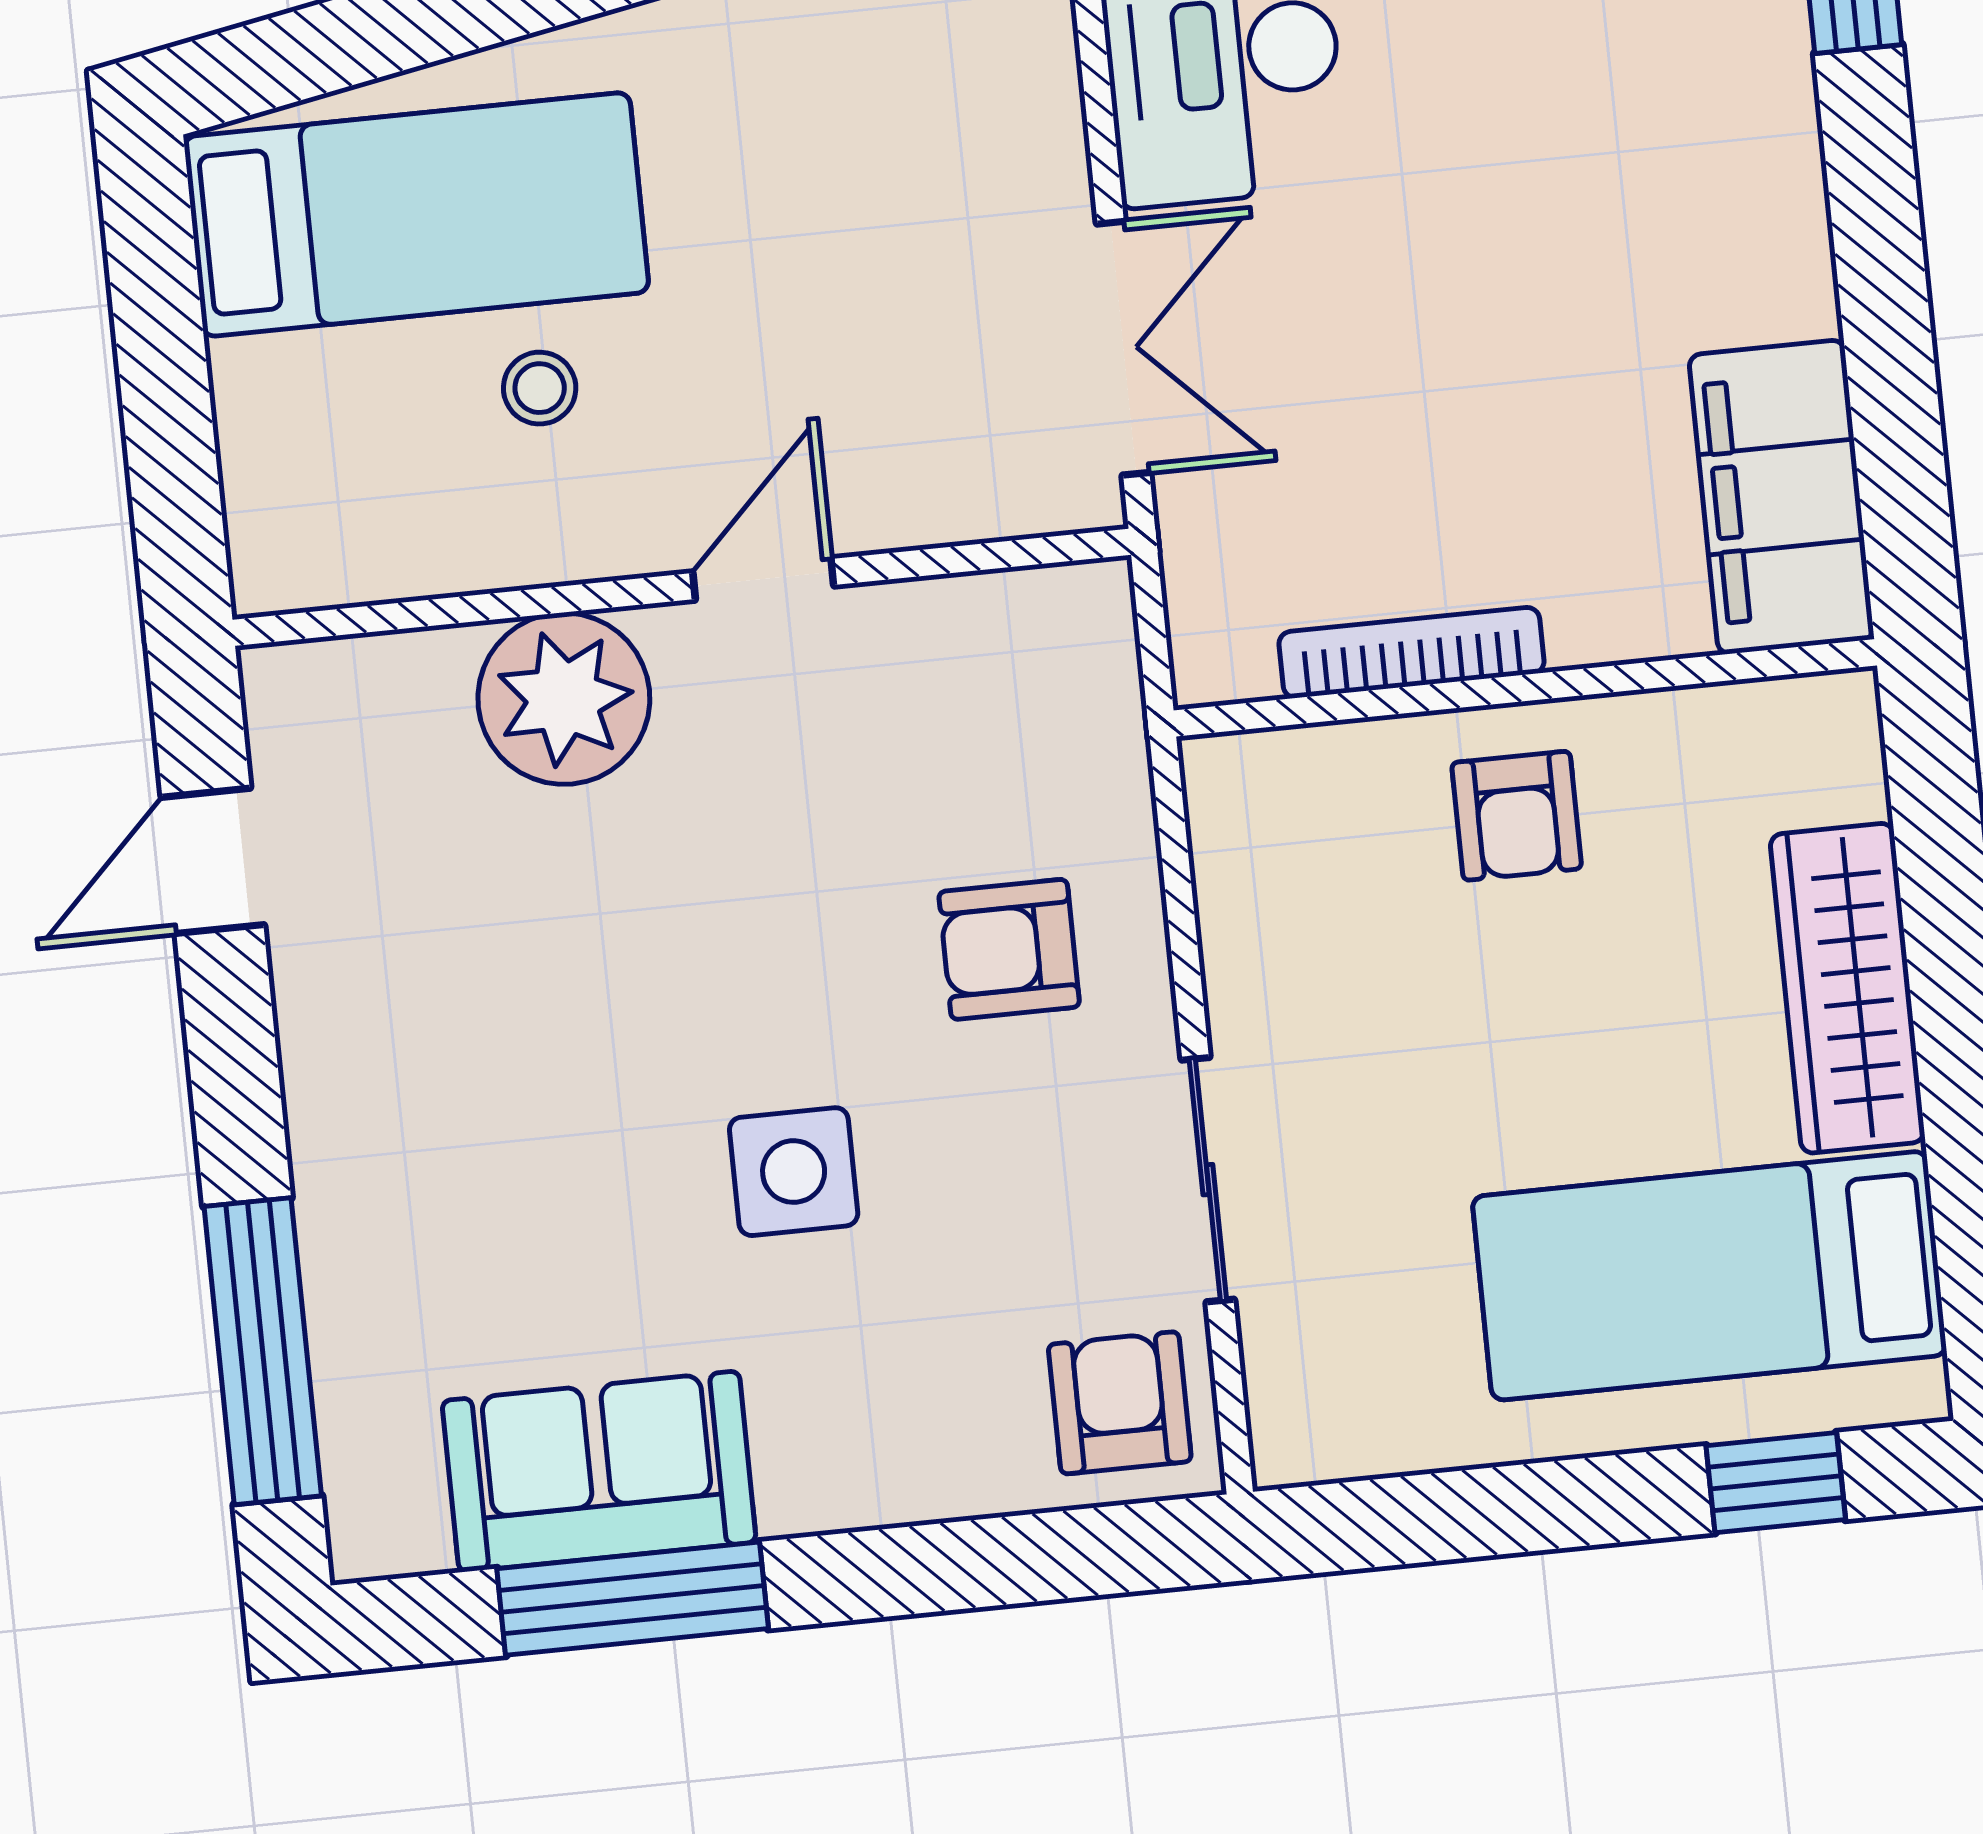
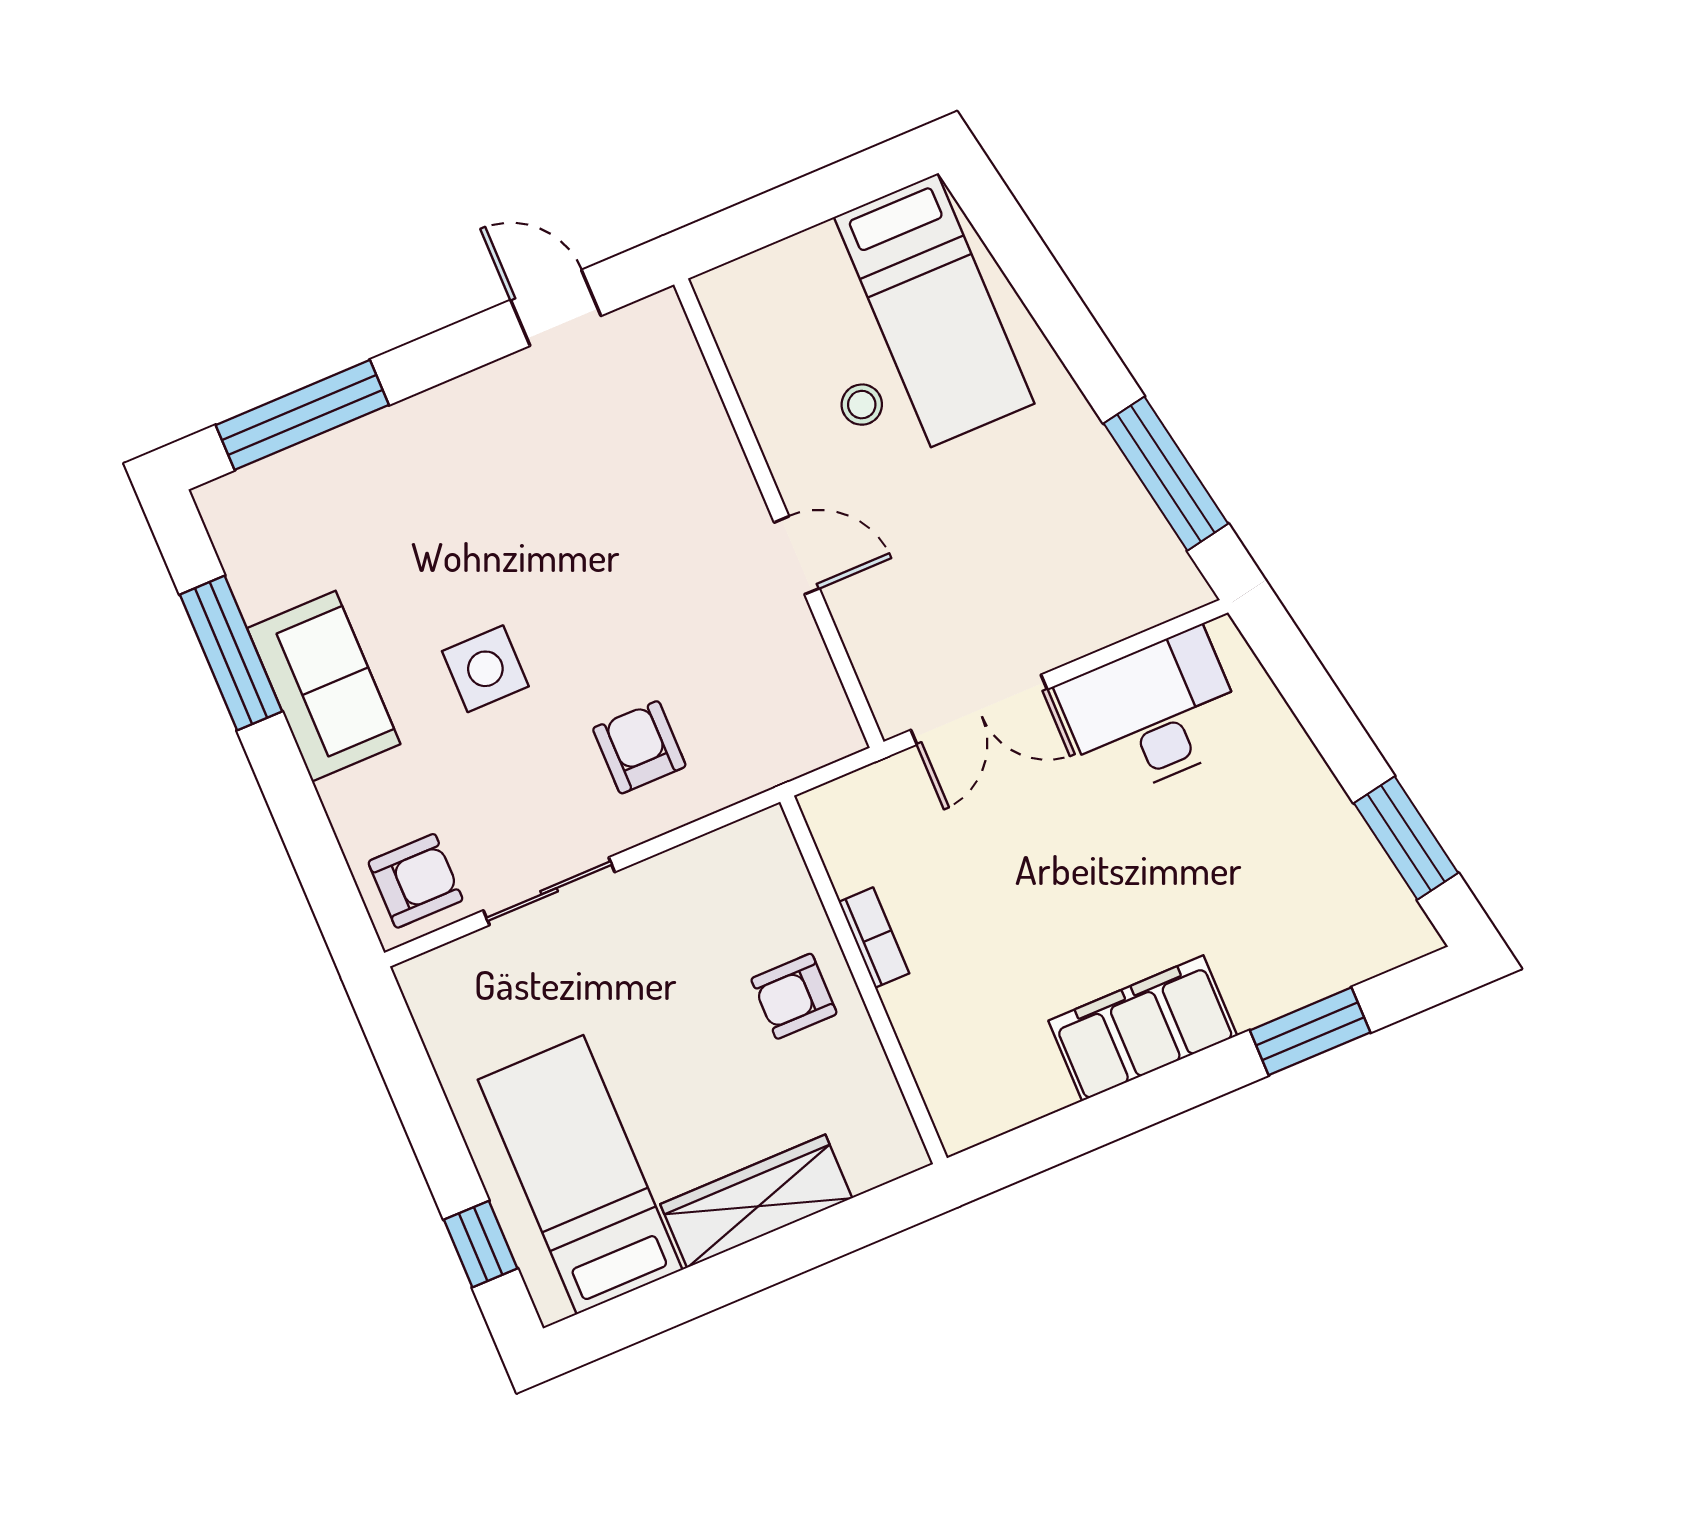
filing cabinet: (1781, 497) -> (1143, 1028), moved
bookcase: (1411, 653) -> (874, 938), width x0.64
plant: (564, 699) -> (700, 469), removed
sofa: (599, 1471) -> (324, 686), moved

